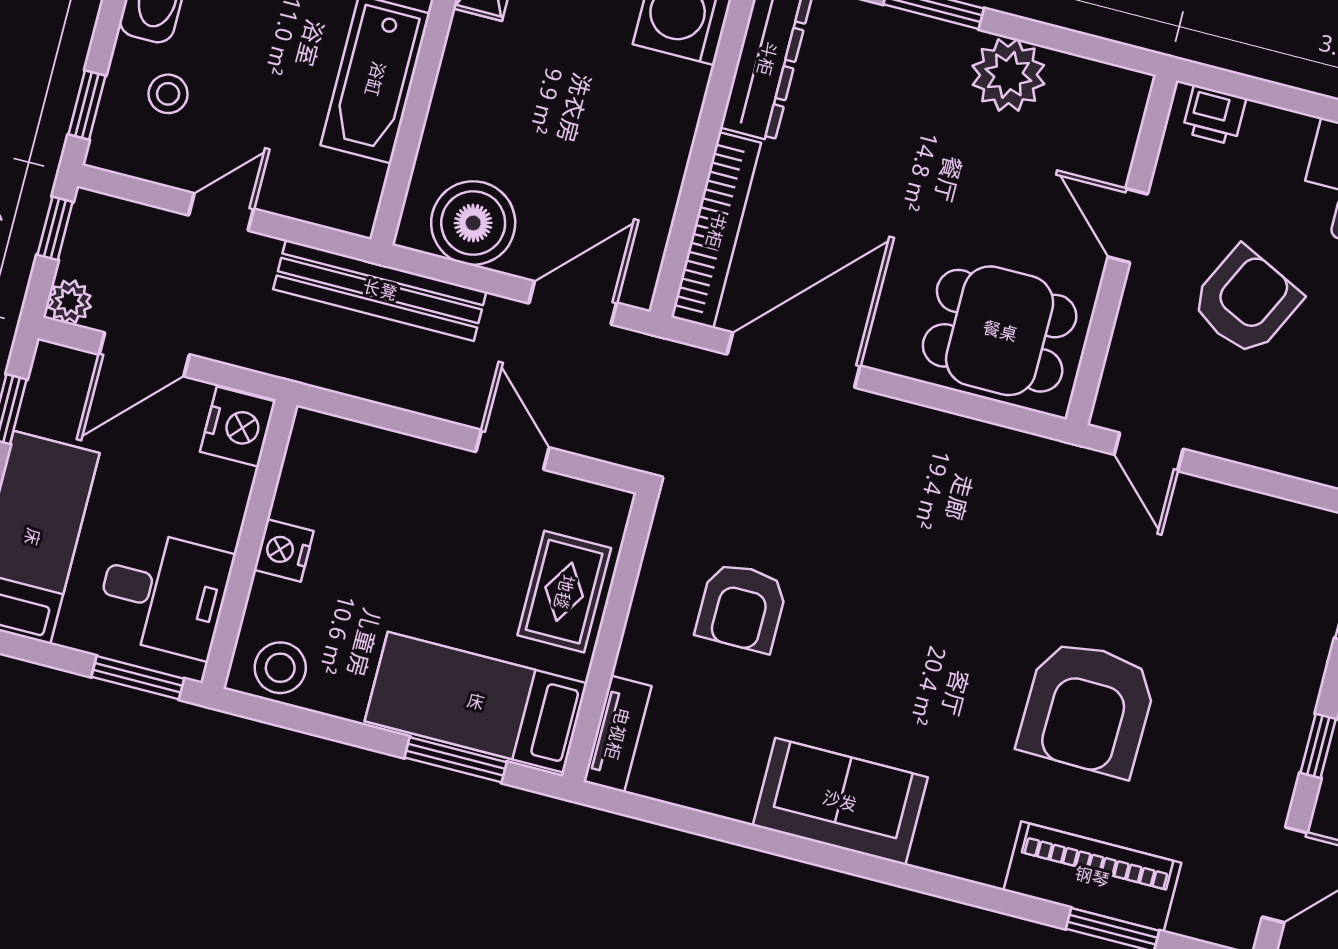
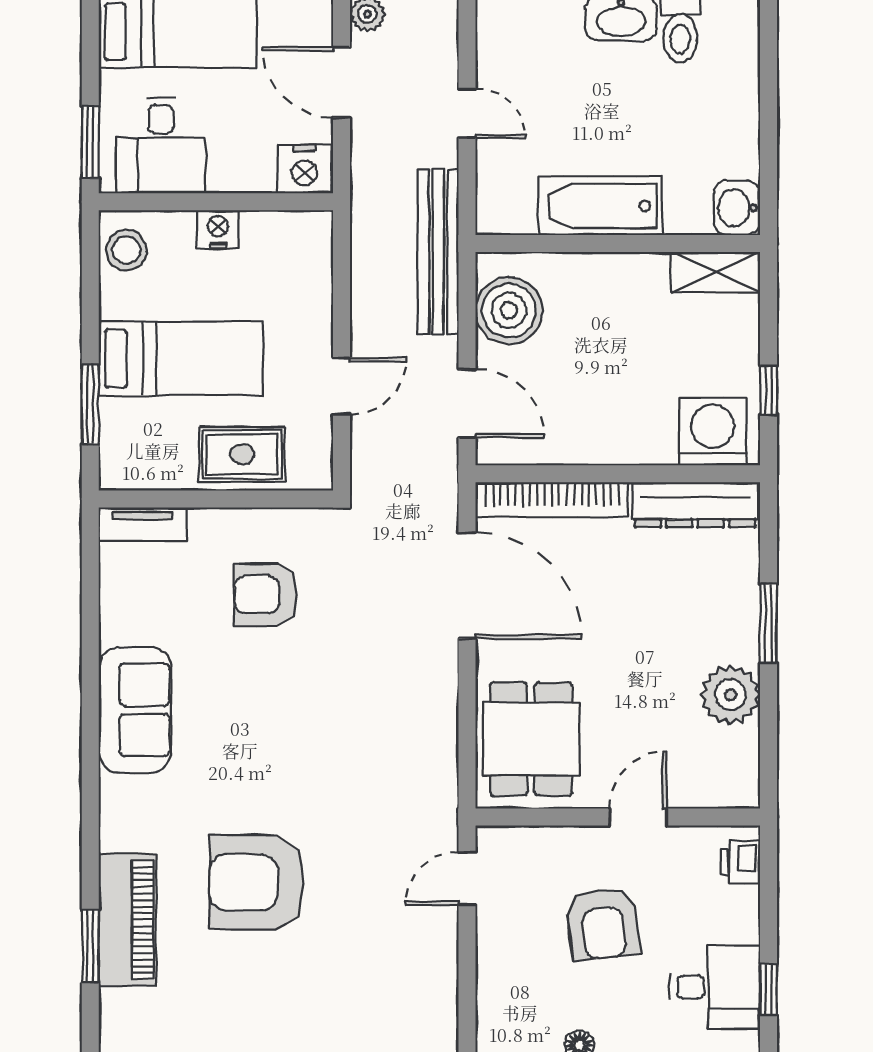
stool: (168, 94) -> (548, 49), removed
armchair: (1246, 301) -> (603, 924), turned 57
bed: (476, 702) -> (181, 358), moved, turned 90

